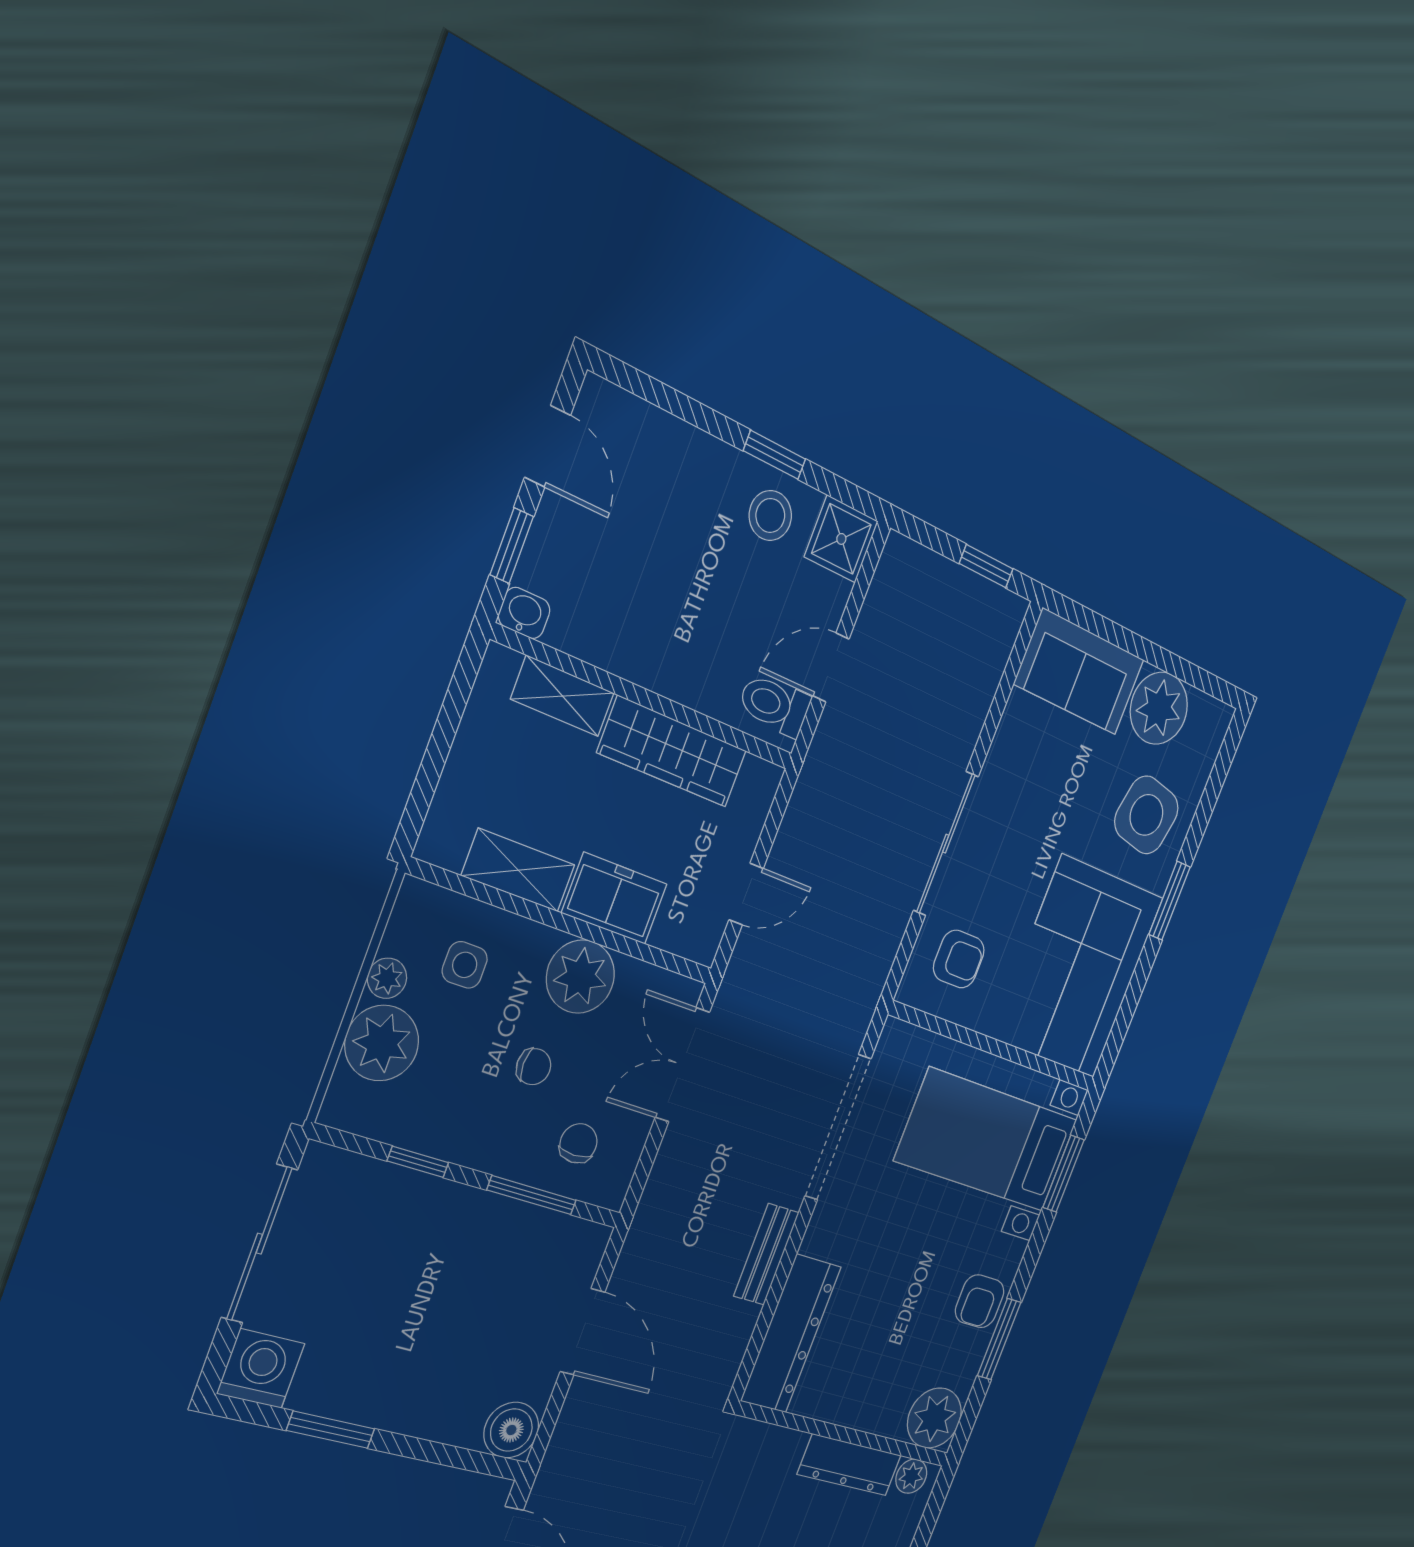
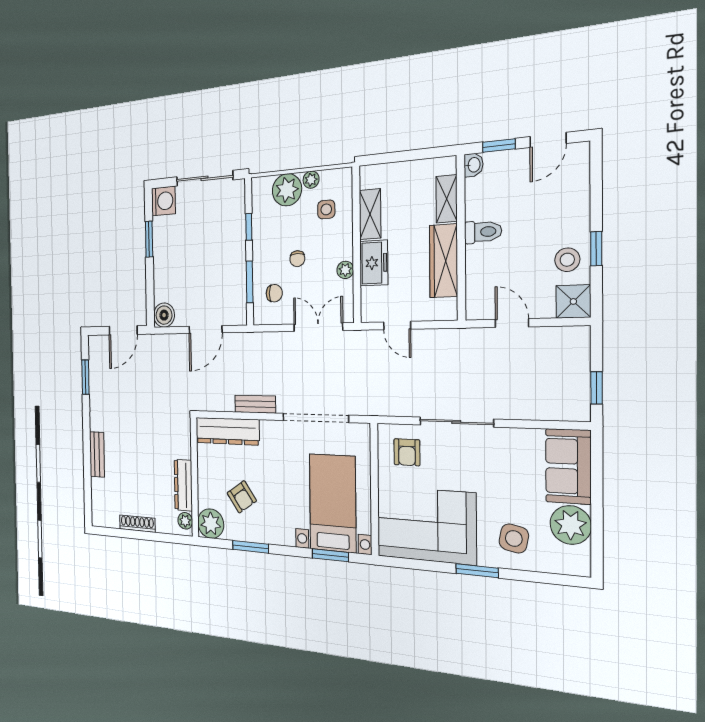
toilet: (774, 705) -> (483, 232), moved, turned 90
side table: (1146, 815) -> (514, 539), width x0.73, depth x0.73
plant: (580, 977) -> (345, 270), width x0.53, depth x0.53
armchair: (980, 1301) -> (242, 497), moved, turned -125

